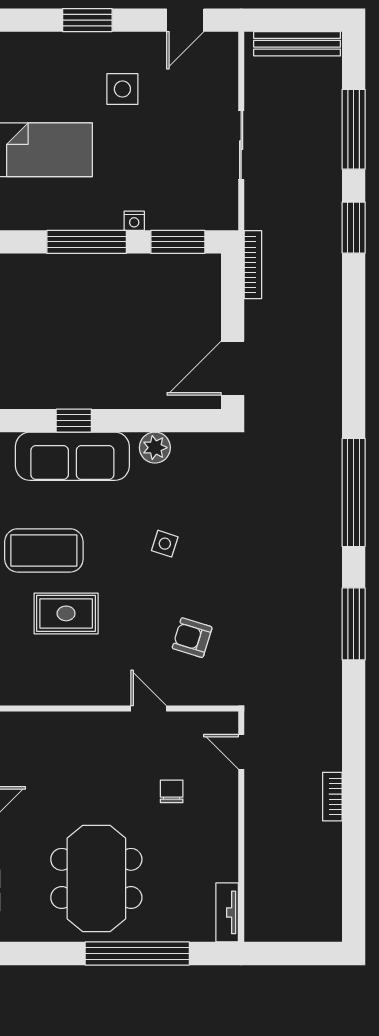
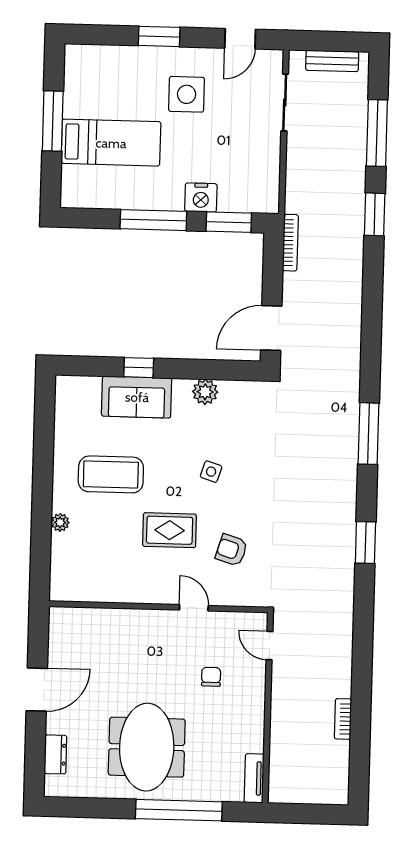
bench: (297, 44) -> (332, 61), width x0.73
side table: (122, 89) -> (187, 94), width x1.37, depth x1.37
sliding door: (241, 145) -> (285, 102), moved
nightstand: (134, 221) -> (201, 198), width x1.89, depth x1.79
sofa: (72, 456) -> (137, 397), width x0.73
window: (354, 492) -> (369, 434), width x0.68
rug: (66, 613) -> (170, 530), moved
window: (354, 624) -> (365, 542), width x0.69
bookcase: (332, 797) -> (343, 719), moved

